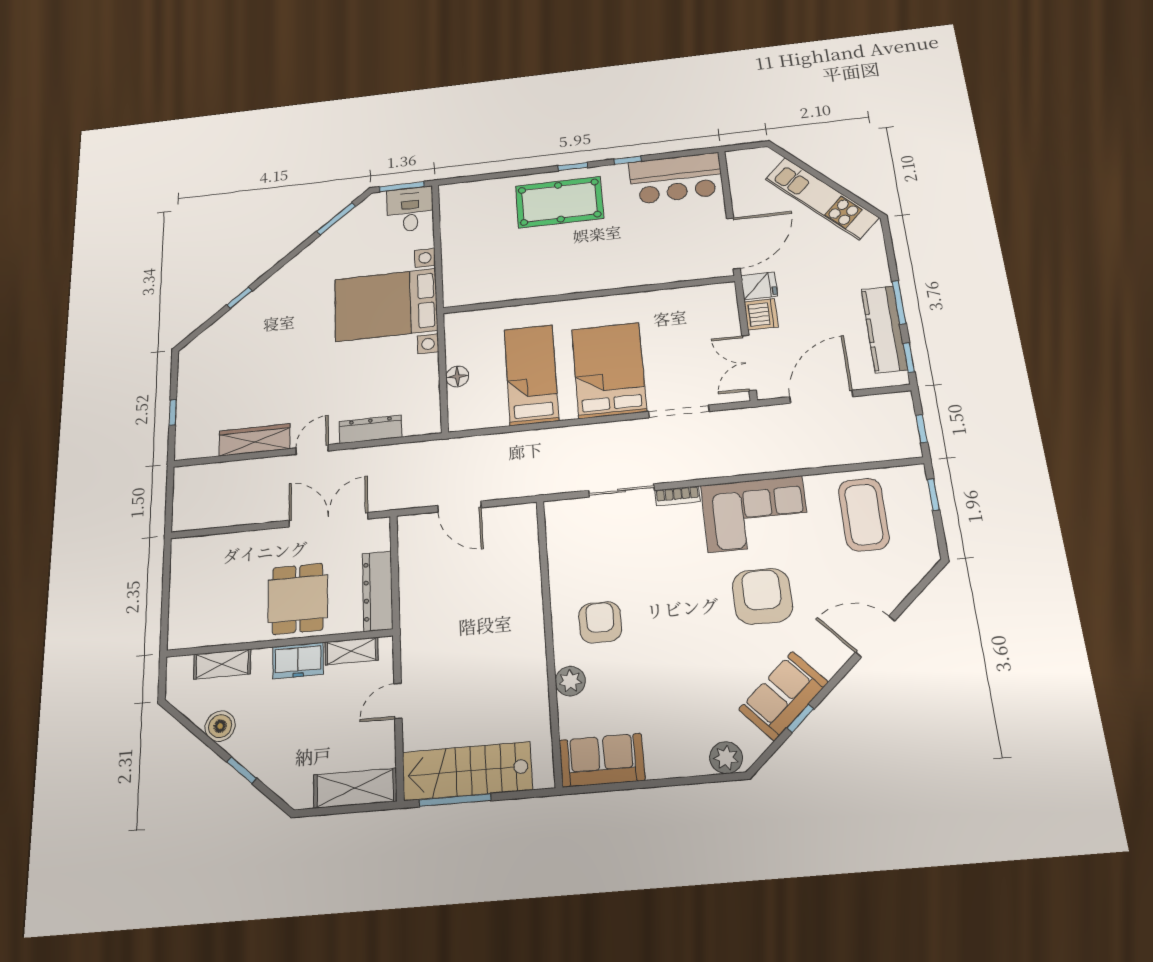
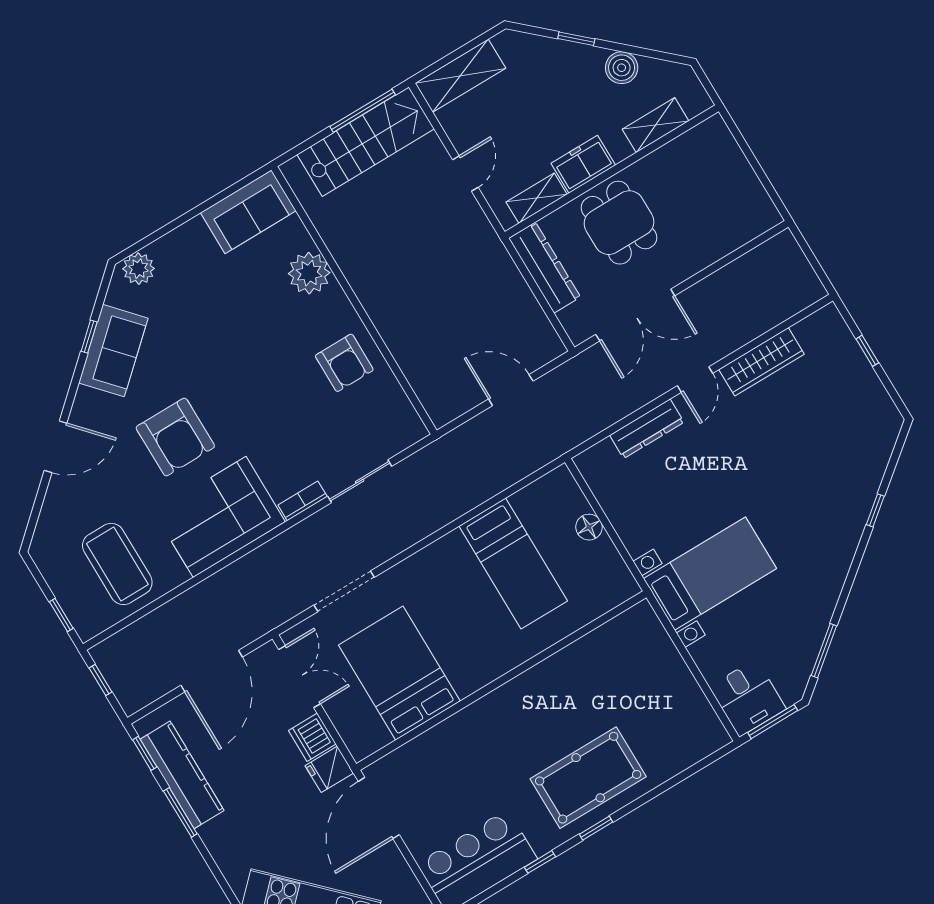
bed with nightstands: (386, 305) -> (710, 574), width x0.73
bed: (609, 370) -> (399, 673), moved, turned 180
armchair: (600, 622) -> (344, 363), moved
plant: (570, 681) -> (309, 273), width x1.36, depth x1.36

